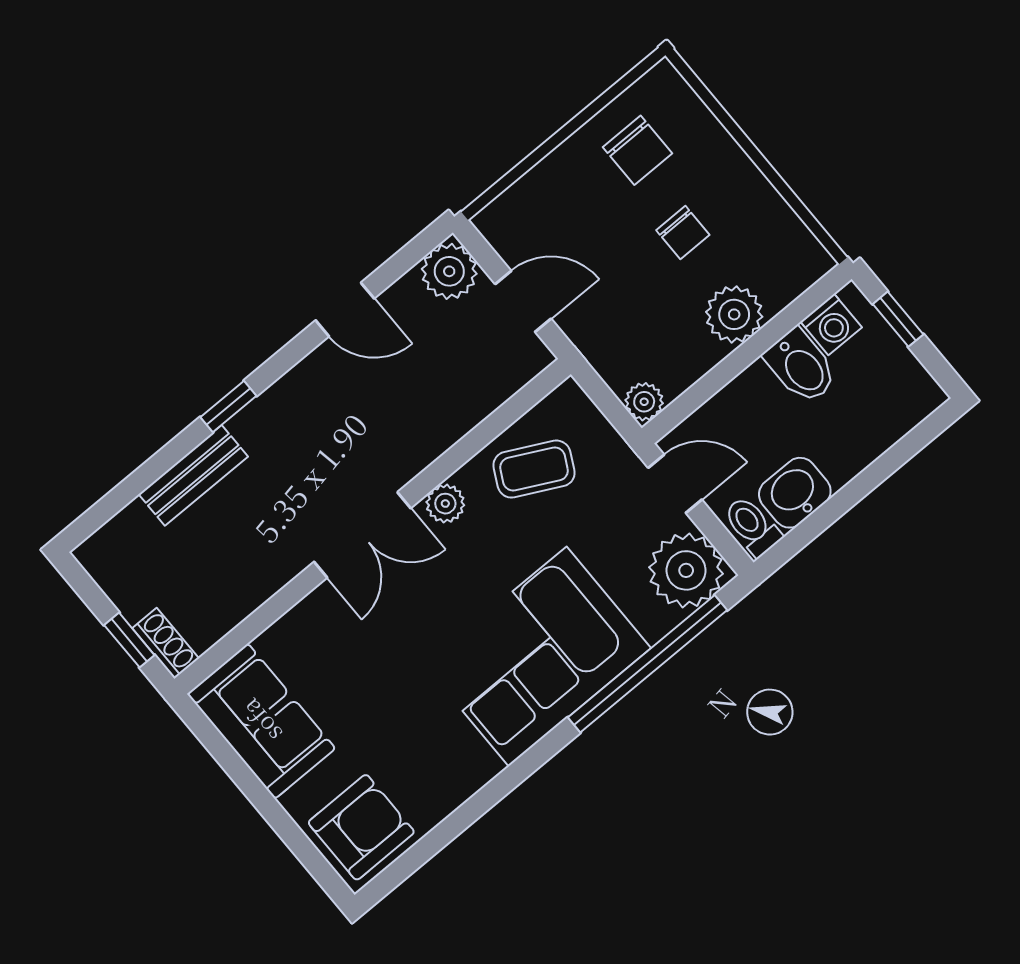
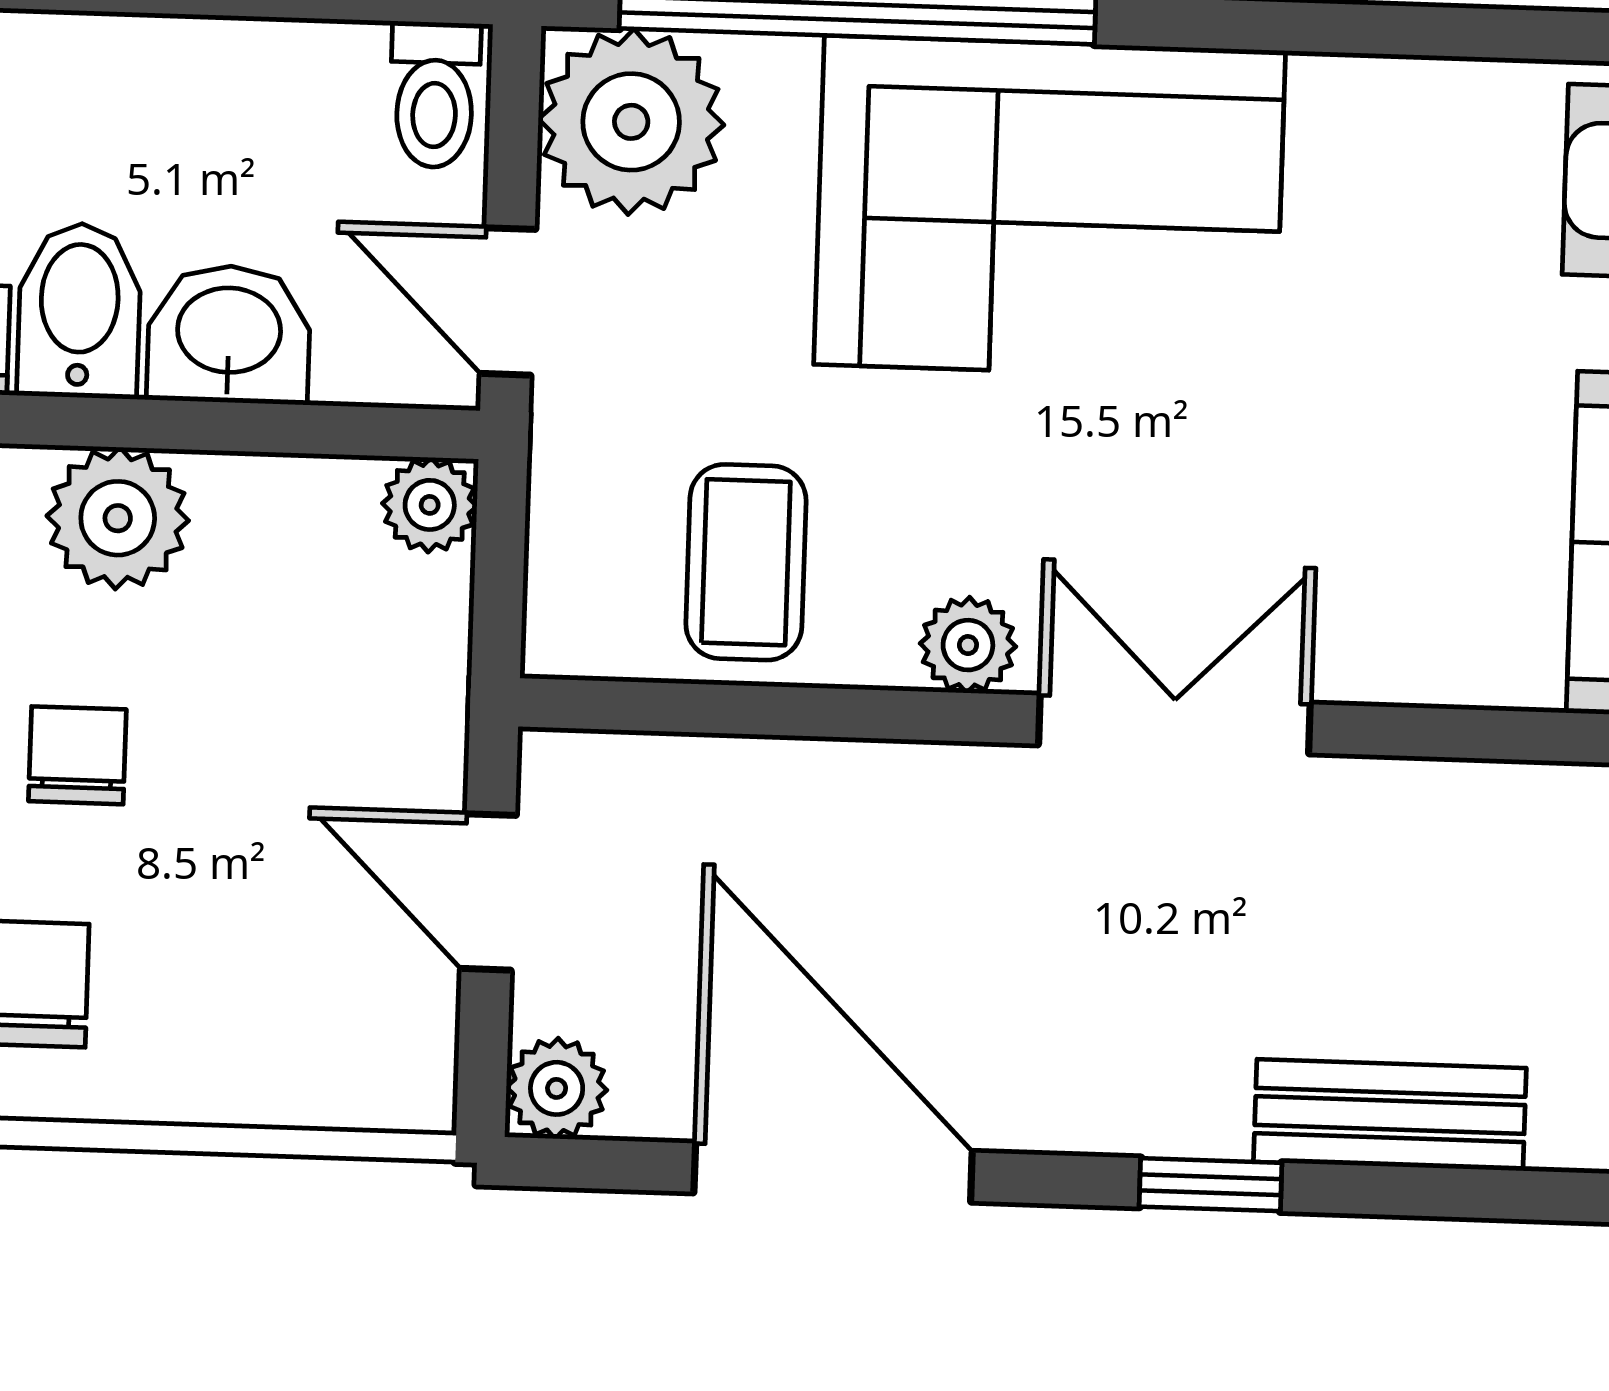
plant: (449, 271) -> (557, 1088), width x0.73, depth x0.73
door: (345, 309) -> (833, 1172), width x1.87
coffee table: (534, 469) -> (746, 562), turned 63
washbasin: (795, 493) -> (229, 334), moved, turned 180

